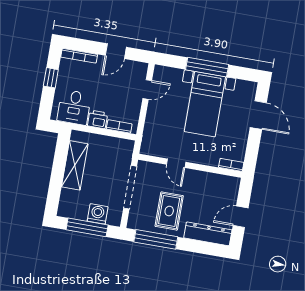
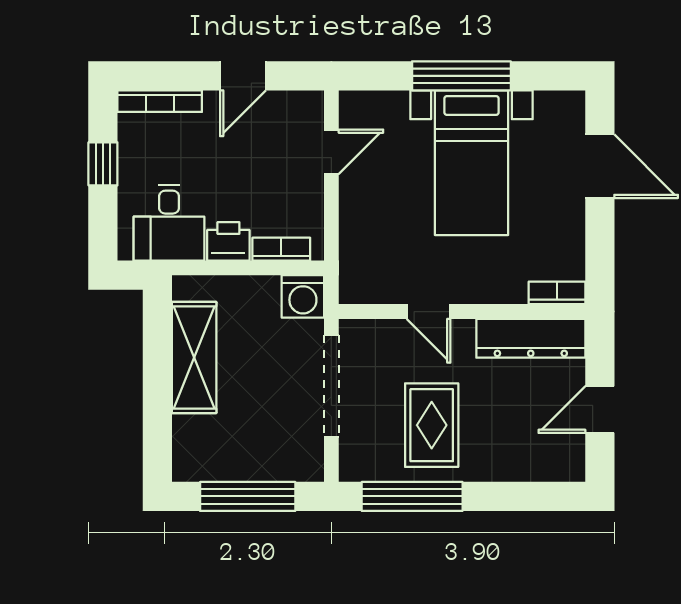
washing machine: (98, 214) -> (303, 296), moved, turned 180
dresser: (208, 234) -> (531, 338), moved, turned 180

